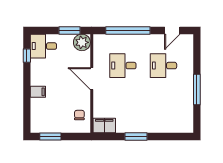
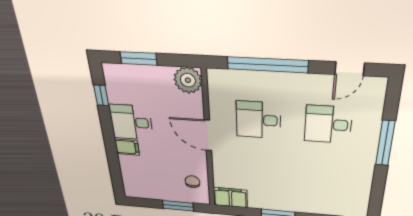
window: (69, 30) -> (139, 58), moved
desk: (43, 46) -> (131, 122), moved
window: (197, 89) -> (385, 143), moved
window: (50, 137) -> (178, 206), moved

